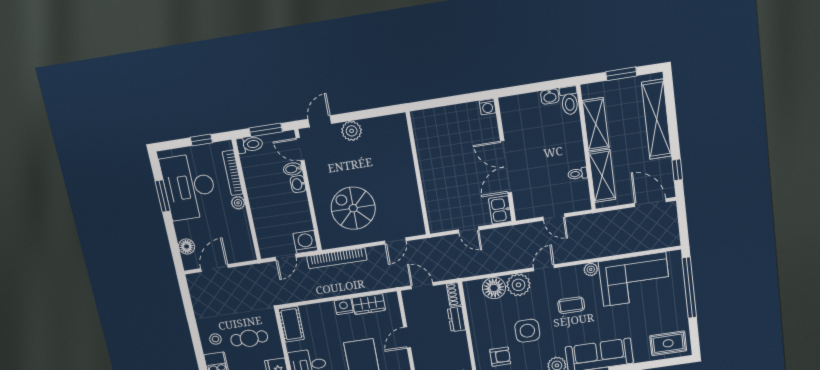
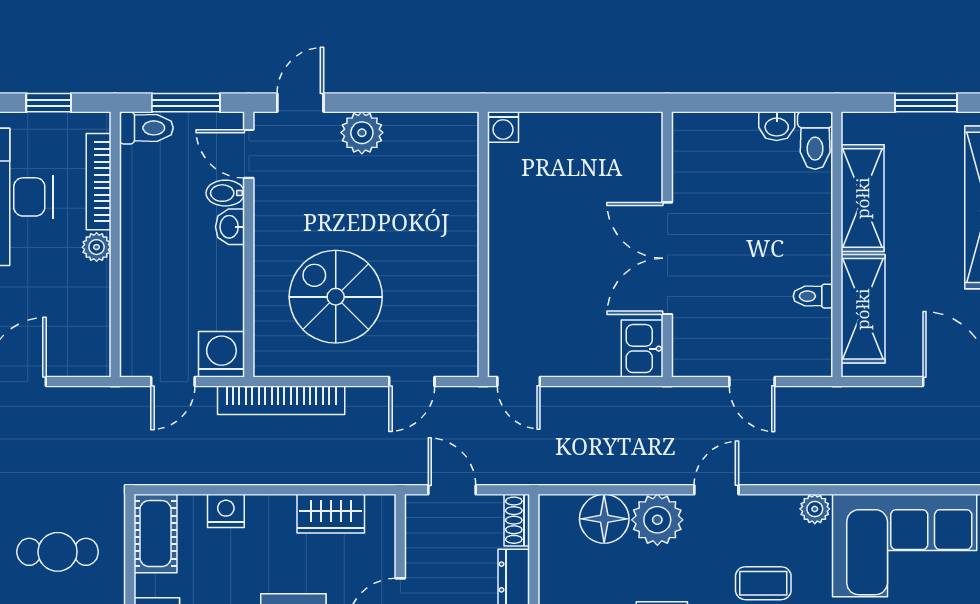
washing machine: (488, 107) -> (503, 127), moved
door: (469, 230) -> (519, 382), moved
nightstand: (344, 307) -> (226, 511), moved

